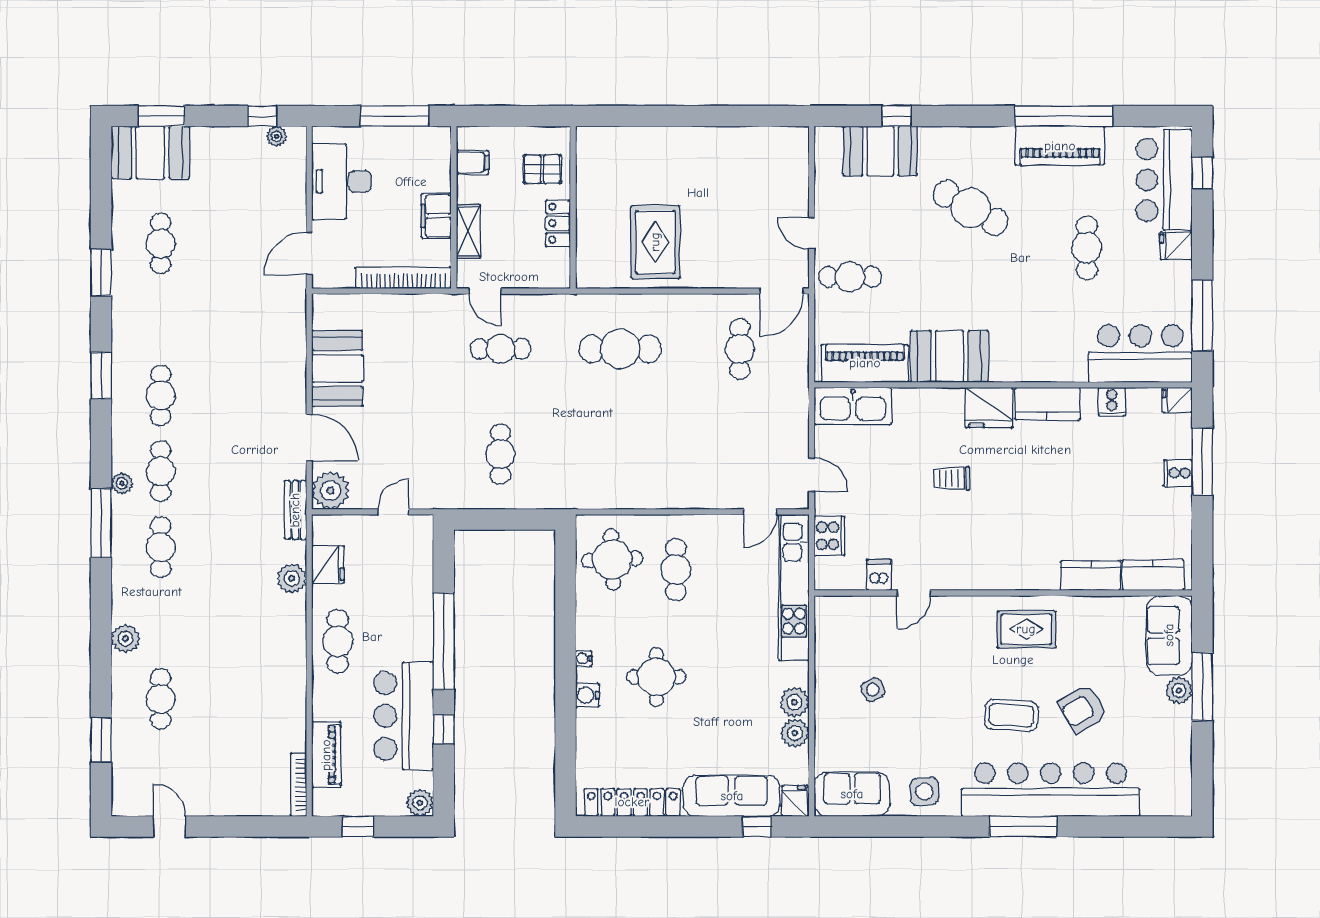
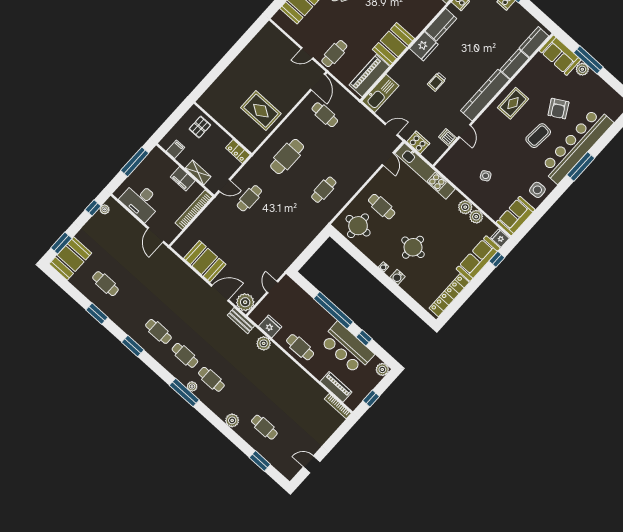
locker: (558, 223) -> (238, 151), moved
cafe table: (500, 454) -> (324, 190), moved, turned 90
plant: (122, 483) -> (192, 386), moved
kitchen counter: (999, 574) -> (485, 95), added

